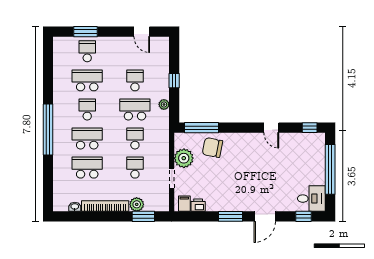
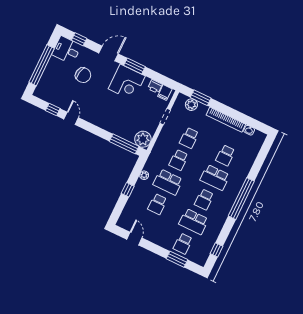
window: (48, 62) -> (217, 250), added
window: (310, 128) -> (53, 110), moved
chair: (212, 148) -> (83, 75), moved
plant: (184, 158) -> (143, 139), moved
school desk: (87, 168) -> (225, 155), width x0.54
corner desk: (230, 195) -> (127, 82), added
plant: (137, 204) -> (191, 105), moved

